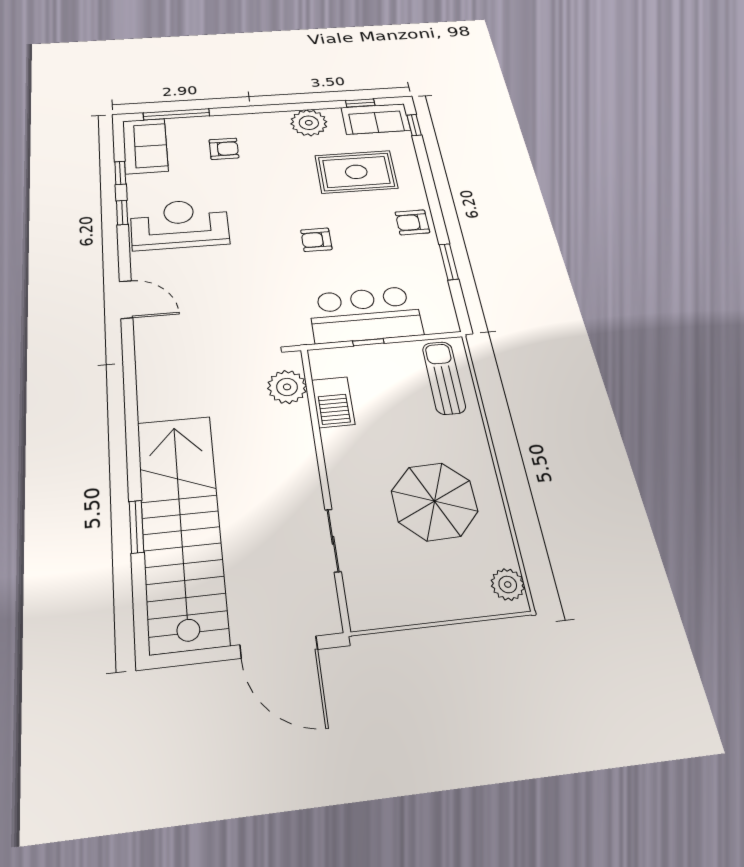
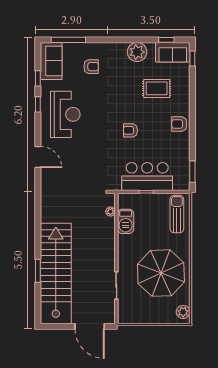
rug: (356, 172) -> (157, 88), width x0.73, depth x0.70
reception desk: (180, 224) -> (65, 114), turned 90
window: (449, 262) -> (192, 172), moved
plant: (287, 387) -> (110, 212), width x0.53, depth x0.53
parasol: (434, 501) -> (161, 273), width x1.36, depth x1.36

